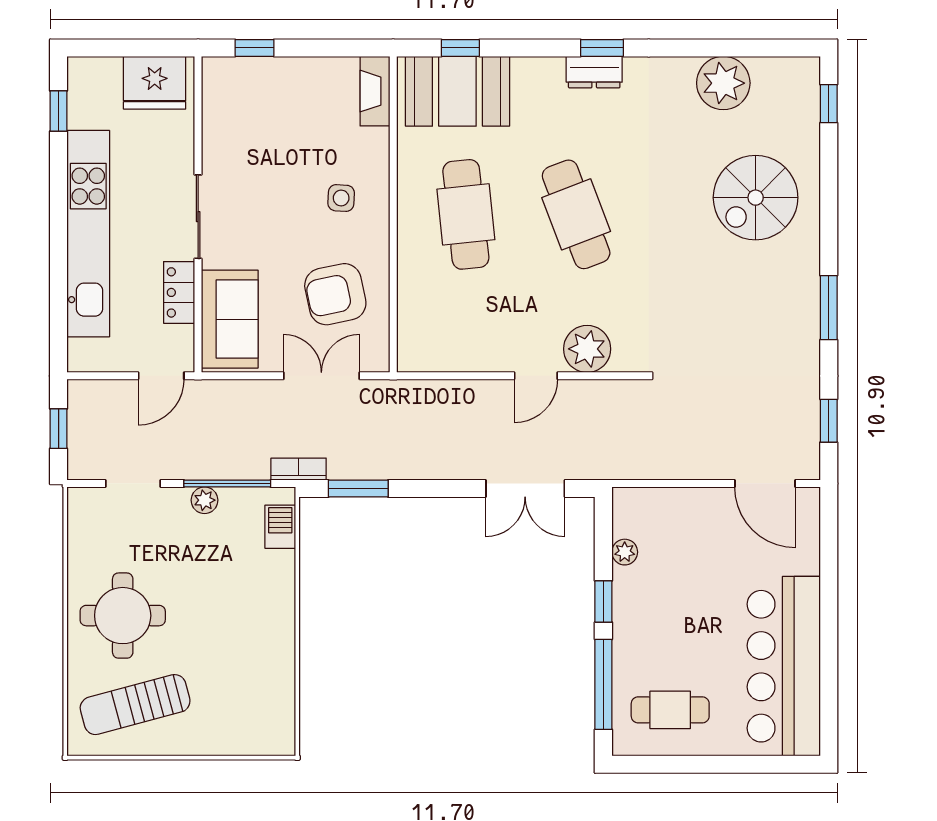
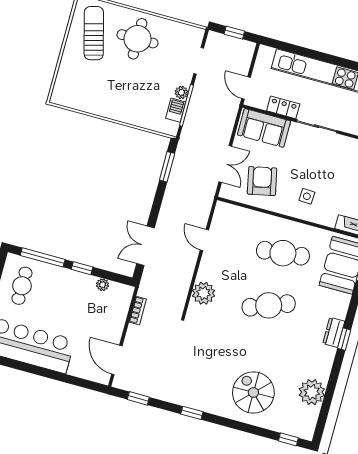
window: (829, 308) -> (192, 413), width x0.67
door: (536, 376) -> (204, 240), moved
bookcase: (299, 469) -> (138, 311), moved
door: (765, 483) -> (117, 360), hinge flipped
barbecue: (280, 527) -> (176, 110), moved, turned -90

